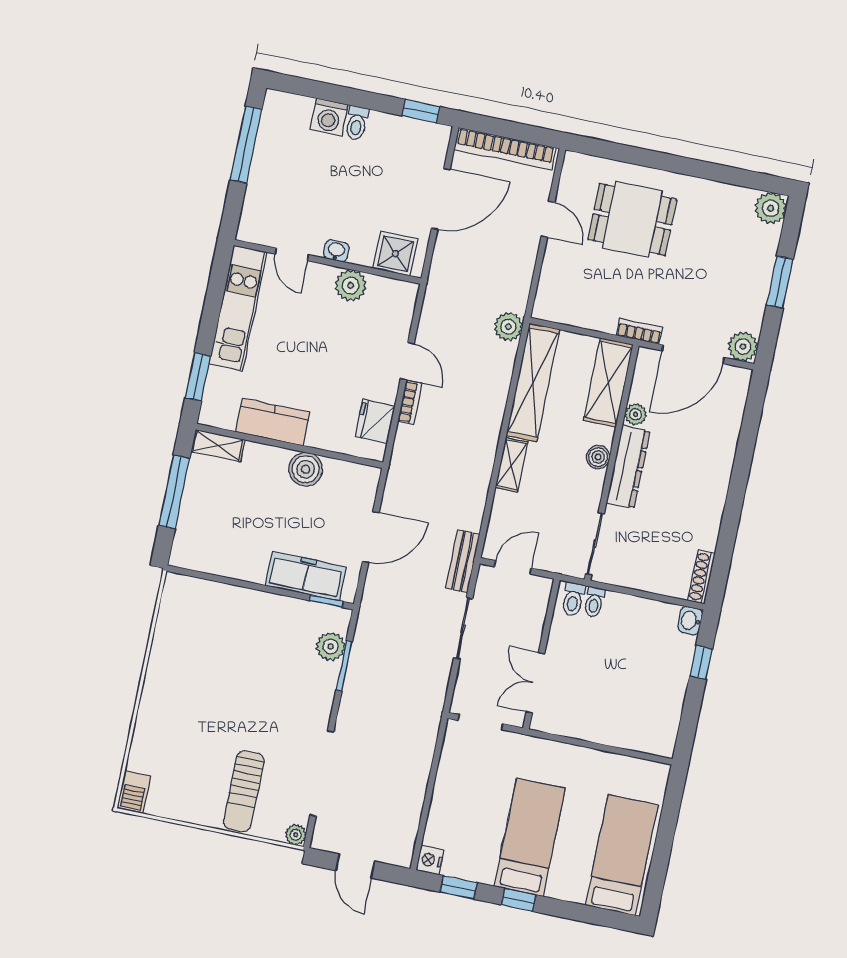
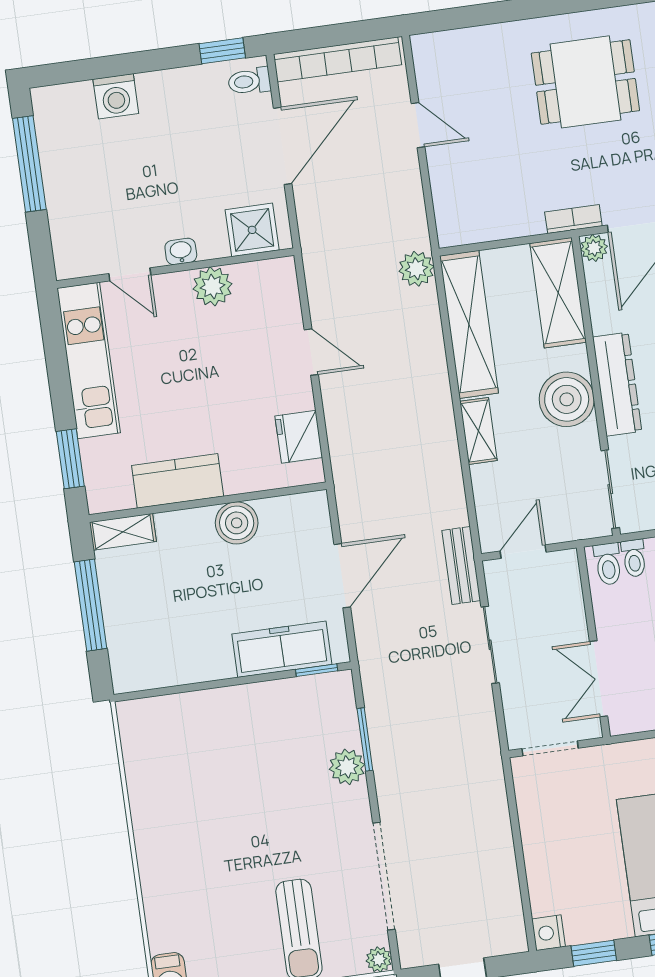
toilet: (357, 123) -> (249, 81), moved, turned 90
dining table: (632, 219) -> (585, 82), moved
bookcase: (410, 402) -> (332, 400), removed
plant: (636, 414) -> (594, 248), moved
boiler: (598, 457) -> (567, 399), width x1.86, depth x1.86
plant: (331, 646) -> (347, 767), moved

